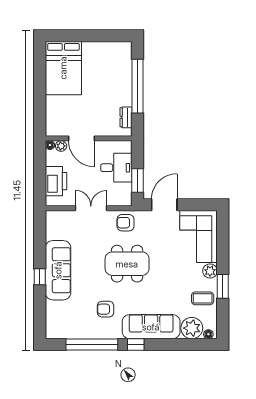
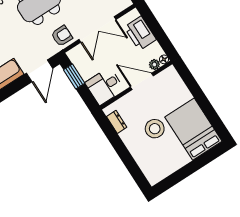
window: (138, 86) -> (124, 153), removed
stool: (97, 90) -> (155, 129), added
desk: (116, 168) -> (105, 86), moved
double door: (91, 208) -> (97, 29), width x1.37

